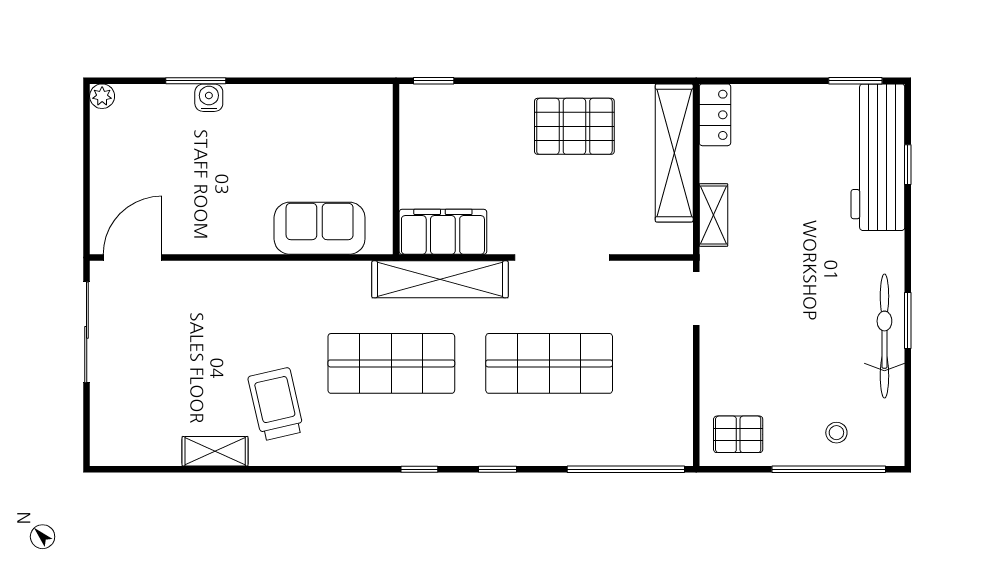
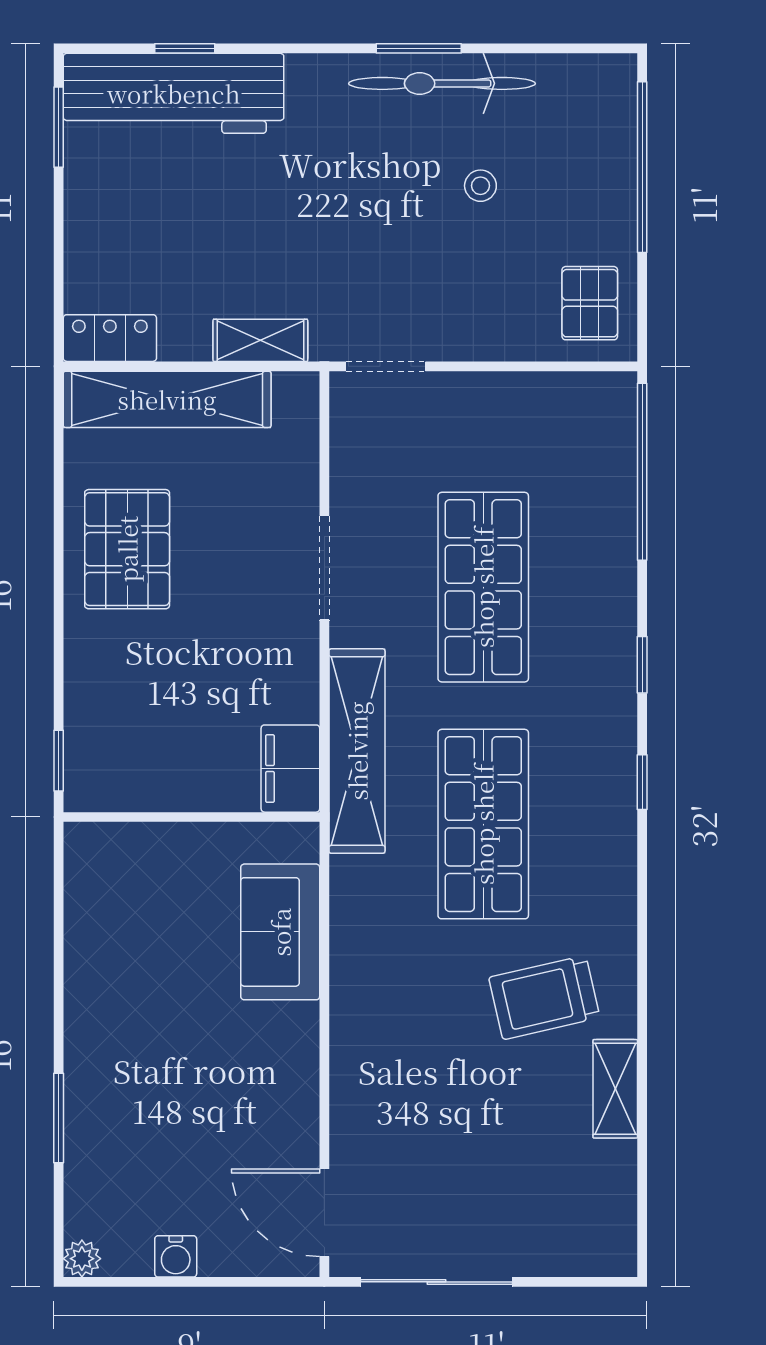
water cooler: (209, 98) -> (176, 1256), moved, turned -90
filing cabinet: (443, 232) -> (290, 769), width x0.67, depth x0.86
doorway: (562, 258) -> (324, 568), width x0.73
stool: (836, 433) -> (480, 186), moved

